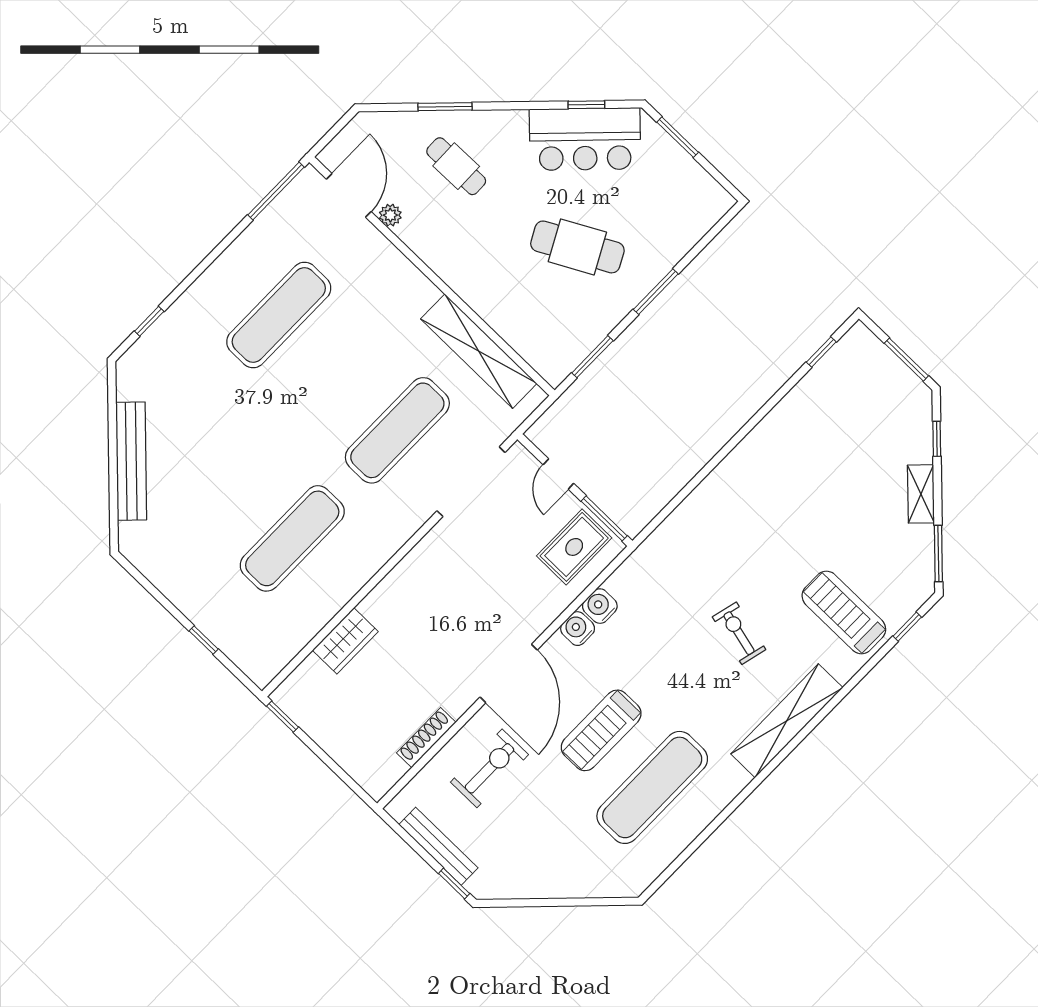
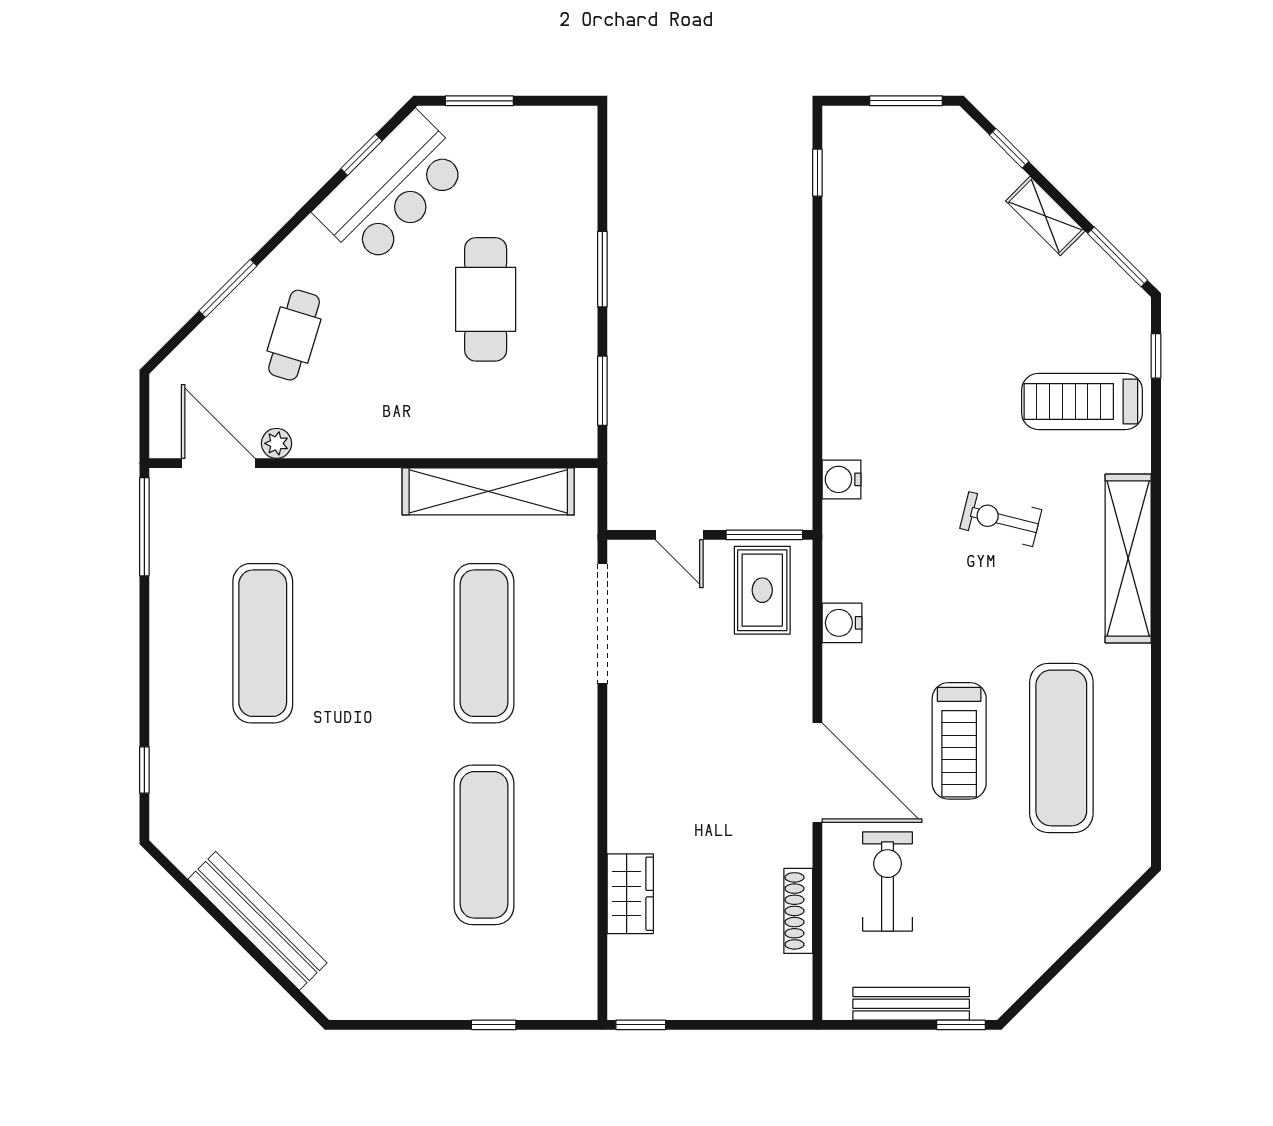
cafe table: (456, 166) -> (294, 335), turned -72
cafe table: (577, 247) -> (486, 299), turned -62
water cooler: (578, 629) -> (842, 479), moved

